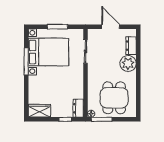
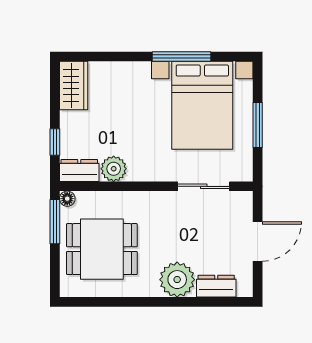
plant: (77, 92) -> (114, 169), added

